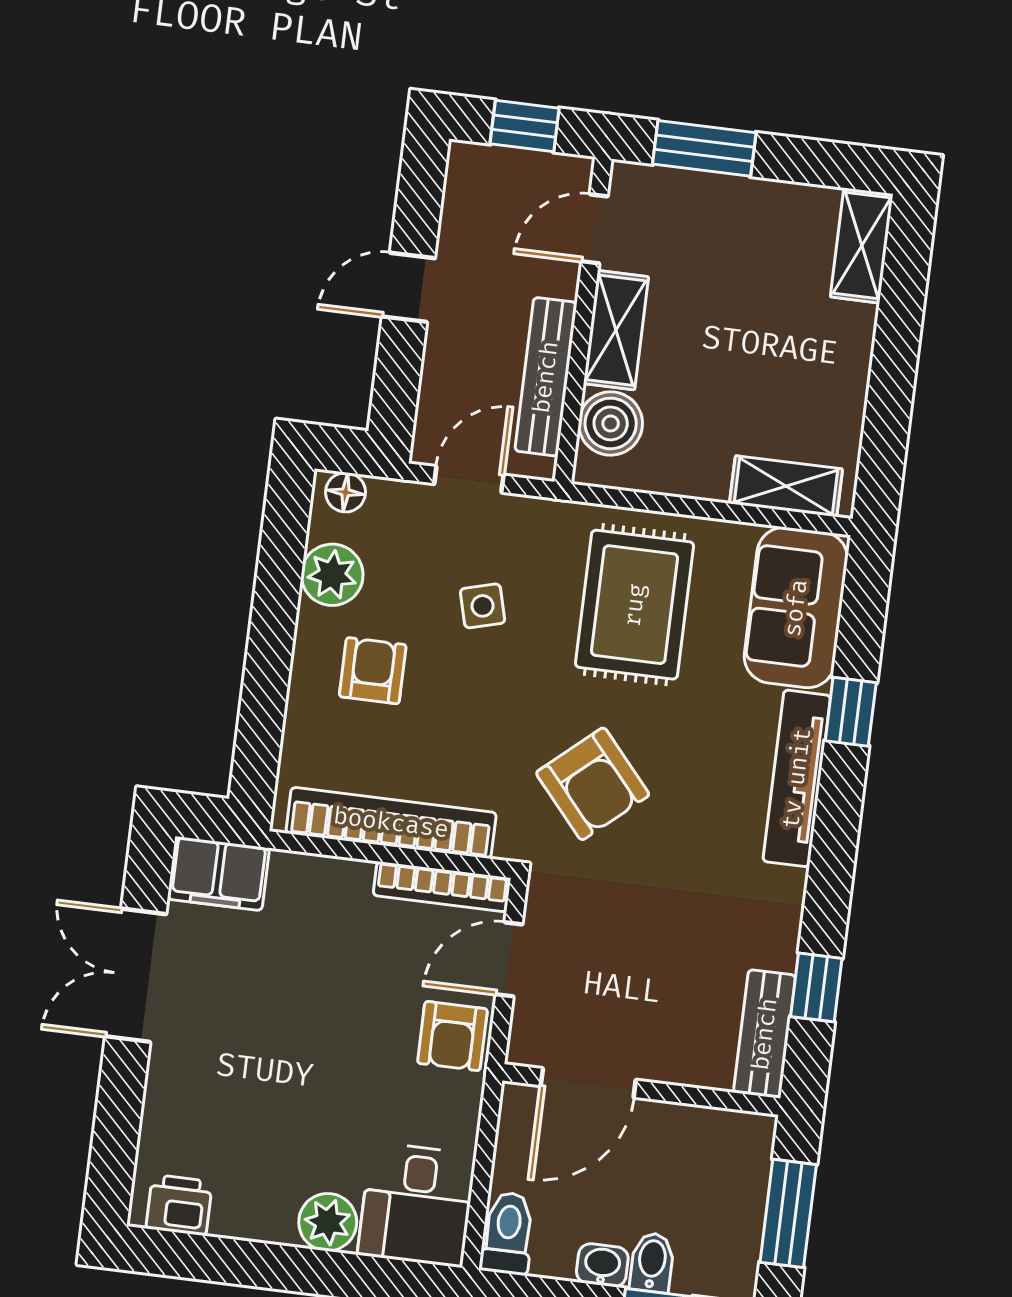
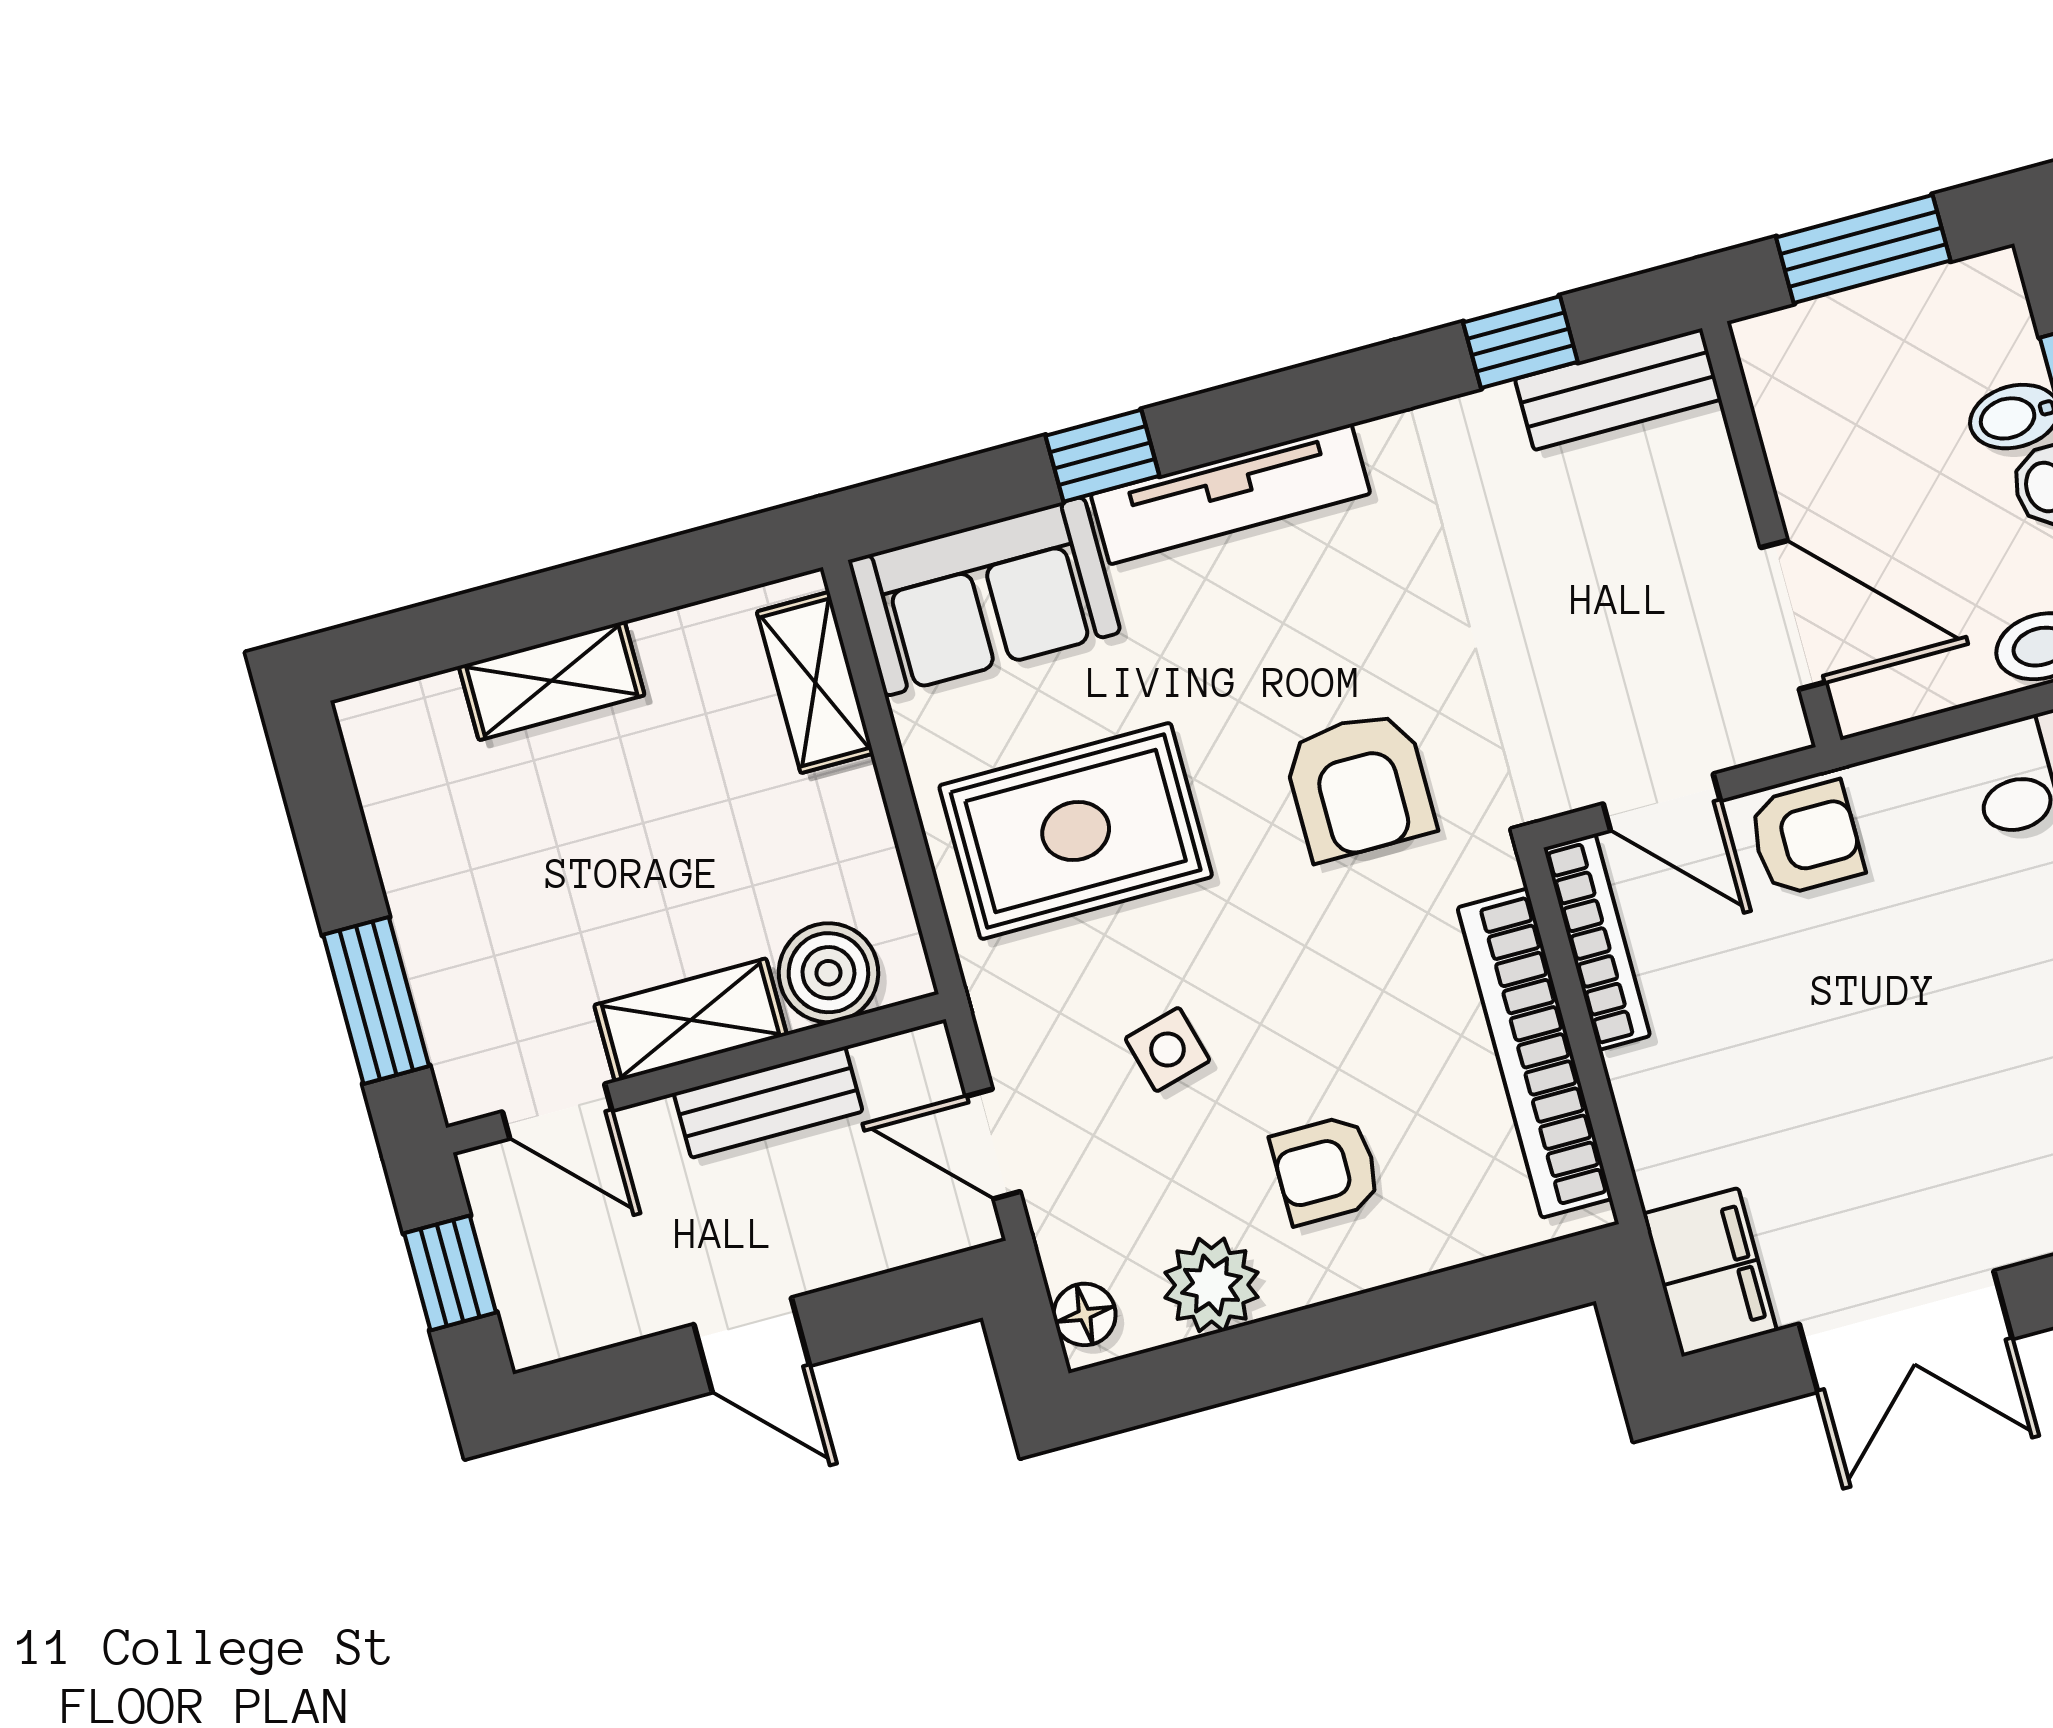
shelving: (862, 245) -> (552, 681), moved
bench: (546, 377) -> (768, 1102), width x0.73
armchair: (593, 784) -> (1359, 785), turned 131

